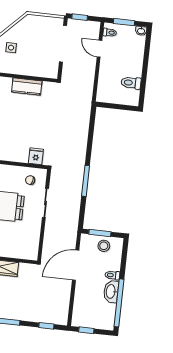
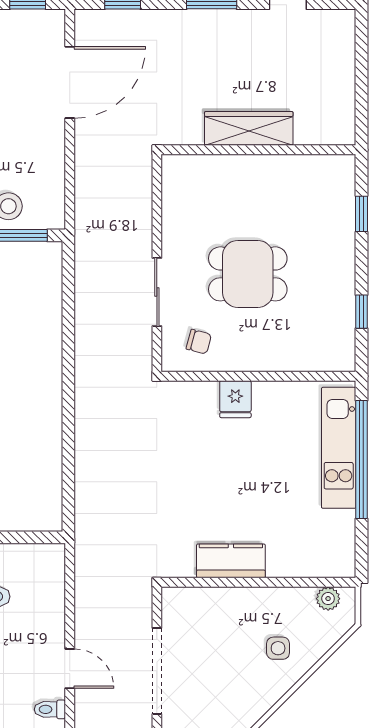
fridge: (36, 156) -> (235, 399), moved
window: (86, 181) -> (68, 354), removed
door: (76, 265) -> (70, 82), moved

